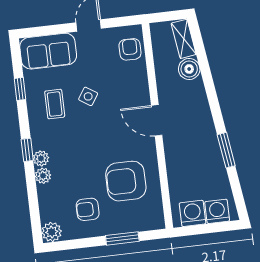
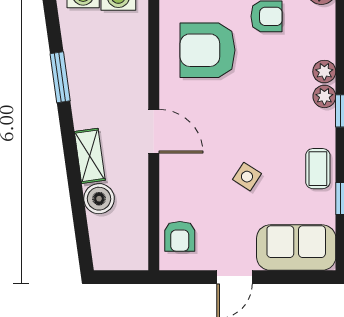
shelving: (184, 39) -> (90, 156), moved
coffee table: (55, 104) -> (318, 169), moved
armchair: (126, 181) -> (208, 50), turned 180

